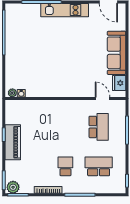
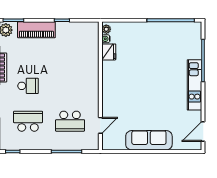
fridge: (119, 83) -> (109, 52), moved, turned 90
piano: (13, 142) -> (36, 30), moved
school desk: (99, 166) -> (28, 121), turned -90

